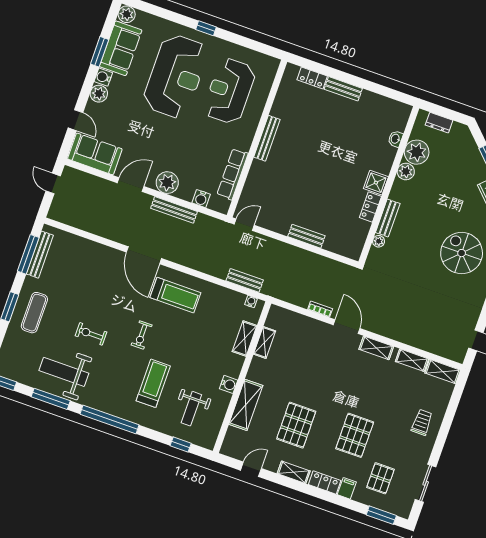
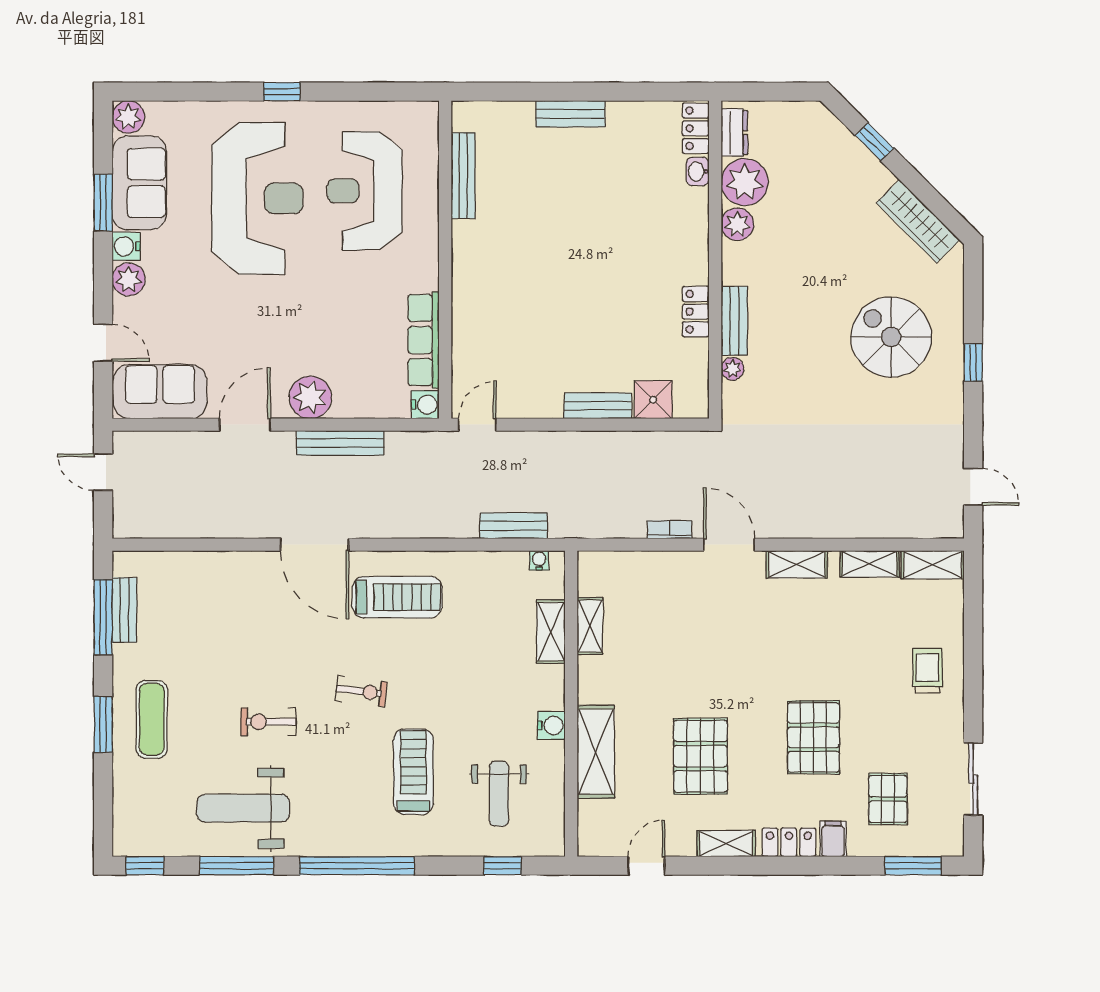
locker: (312, 78) -> (696, 128), moved, turned 90
dresser: (439, 123) -> (734, 133), moved, turned -90
bench: (267, 138) -> (463, 176), moved
shower: (376, 183) -> (653, 400), moved
water cooler: (201, 199) -> (425, 405), moved, turned -90
bench: (40, 255) -> (124, 610), width x0.73
exercise bike: (142, 335) -> (361, 691), turned -83

